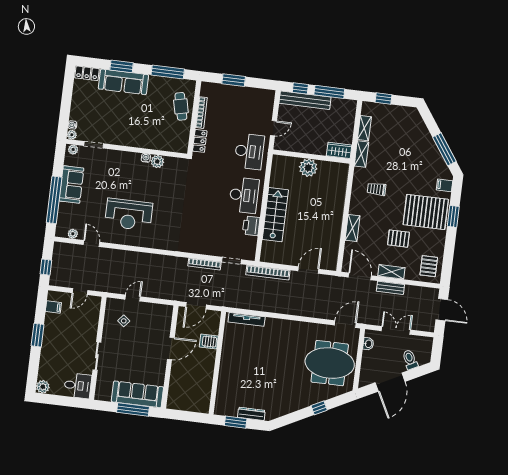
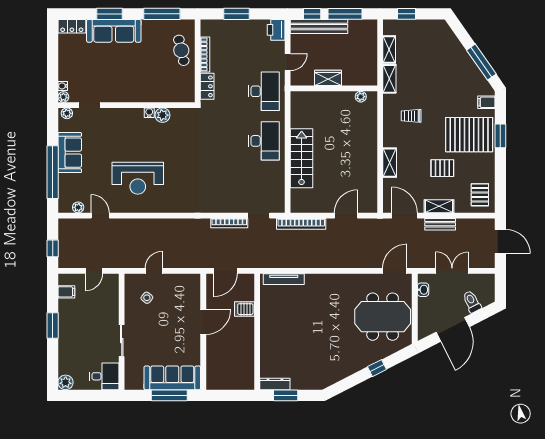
wardrobe: (339, 150) -> (328, 78), moved
plant: (308, 168) -> (361, 97), moved, width x0.53, depth x0.53
printer: (251, 226) -> (276, 30), moved
dresser: (251, 414) -> (275, 384), moved

